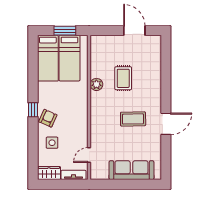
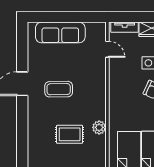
rug: (123, 78) -> (70, 134), turned 90
door: (89, 155) -> (107, 49), hinge flipped

